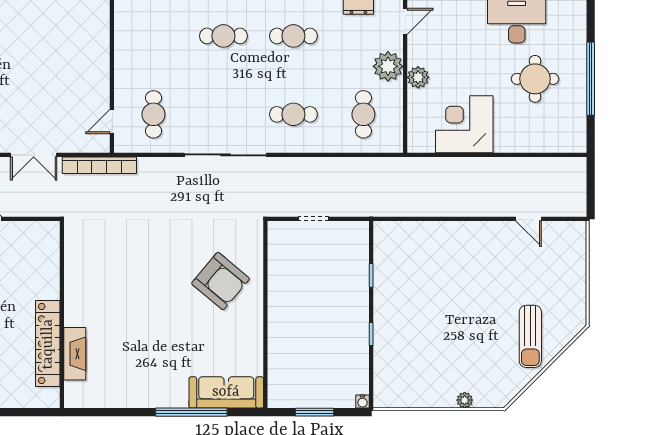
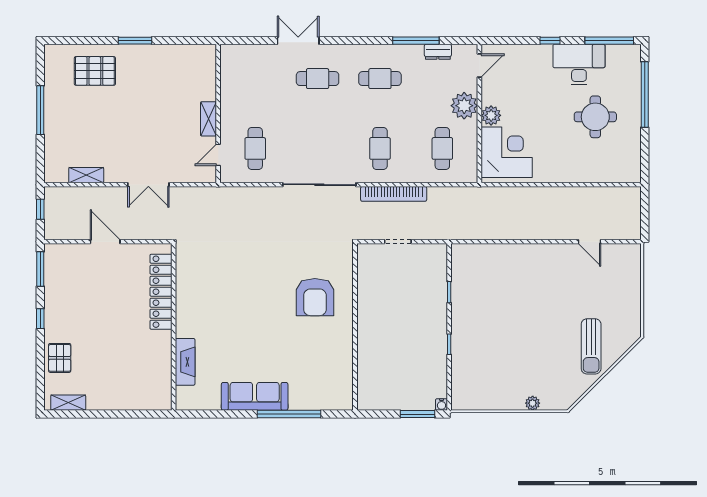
window: (591, 79) -> (645, 94), moved
shelving: (101, 81) -> (209, 119), added
cafe table: (293, 114) -> (380, 148), turned 90
corner desk: (464, 124) -> (507, 152), moved, turned 90
bookcase: (99, 165) -> (394, 194), moved
armchair: (221, 281) -> (315, 297), turned 50
locker: (48, 344) -> (161, 292), moved
sofa: (226, 392) -> (255, 396), moved
window: (314, 412) -> (418, 414), moved

